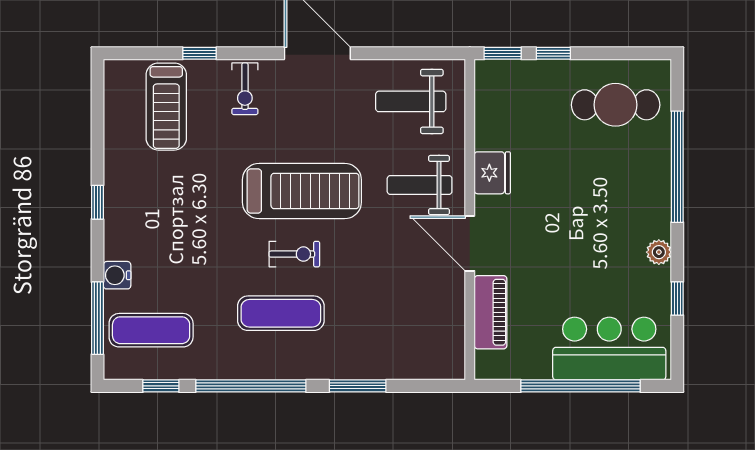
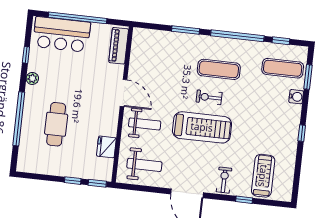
cafe table: (616, 105) -> (56, 124), moved, turned 90
fridge: (492, 173) -> (106, 147), moved
treadmill: (302, 191) -> (202, 127), turned 180
piano: (491, 312) -> (119, 46), moved
window: (97, 318) -> (308, 77), width x0.69

